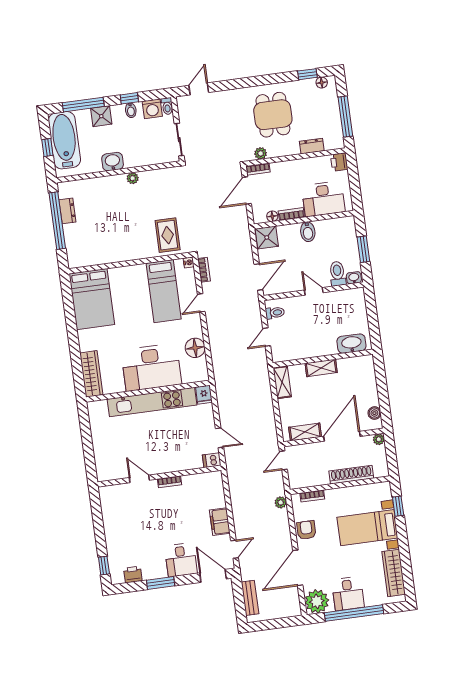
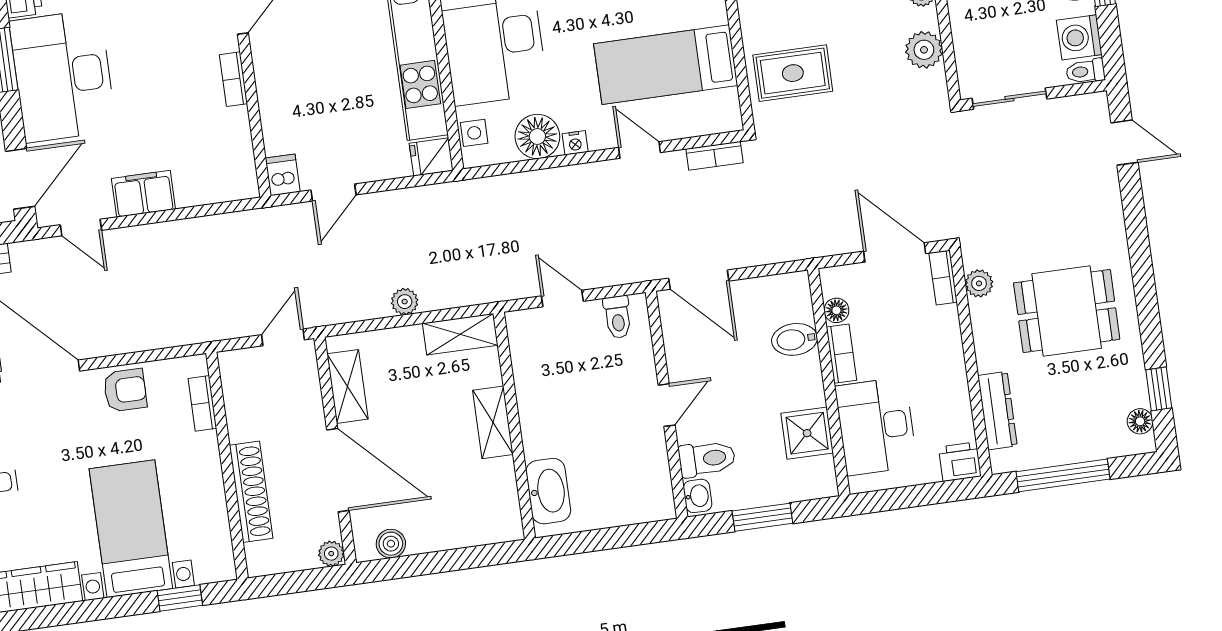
dresser: (312, 146) -> (997, 411), width x1.44
plant: (158, 177) -> (924, 50), added
bidet: (308, 232) -> (795, 339), moved
shower: (267, 237) -> (807, 433), moved
nightstand: (189, 262) -> (575, 143), moved
side table: (193, 376) -> (474, 133), added
door: (283, 460) -> (283, 337), hinge flipped
plant: (281, 502) -> (405, 302), moved
desk: (181, 560) -> (63, 76), width x1.87, depth x1.30

